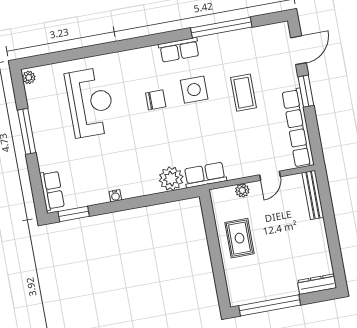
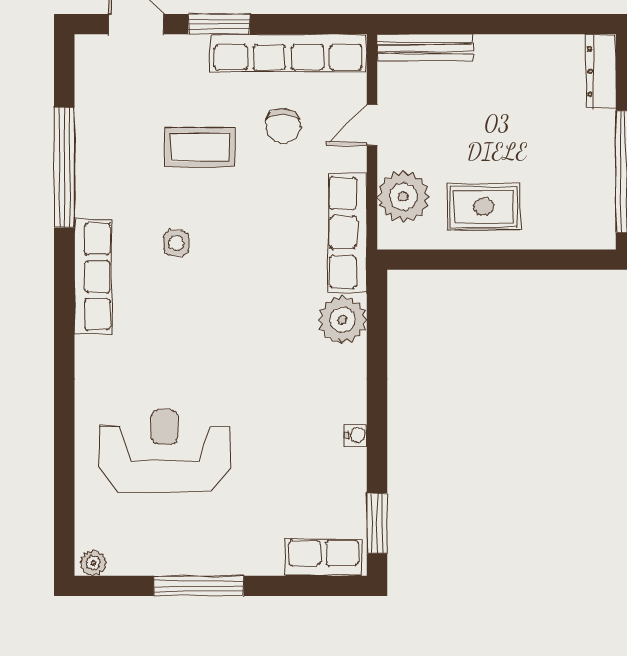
row of seats: (179, 50) -> (93, 277), width x1.48
side table: (194, 90) -> (176, 243), width x0.54, depth x0.54
chair: (156, 100) -> (283, 126), moved, turned 180
row of seats: (205, 175) -> (347, 233), width x1.48
door: (270, 176) -> (372, 125), swing flipped
plant: (242, 190) -> (403, 197), width x1.87, depth x1.87

